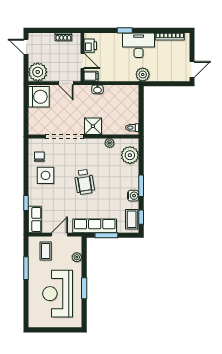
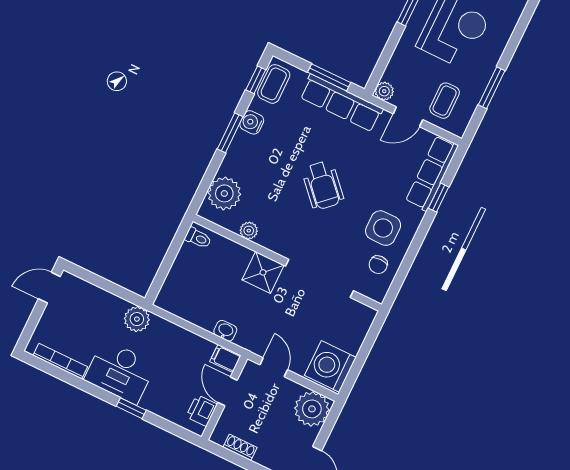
wheelchair: (84, 182) -> (323, 185), turned 146
row of seats: (35, 219) -> (432, 173), width x1.48
plant: (77, 257) -> (384, 91), moved

